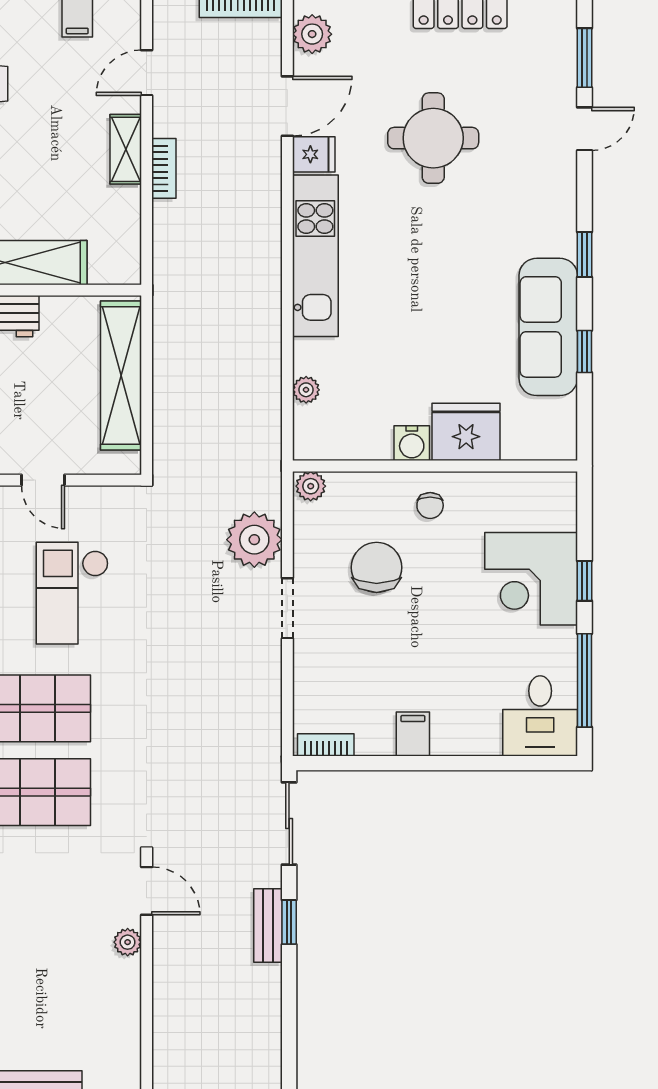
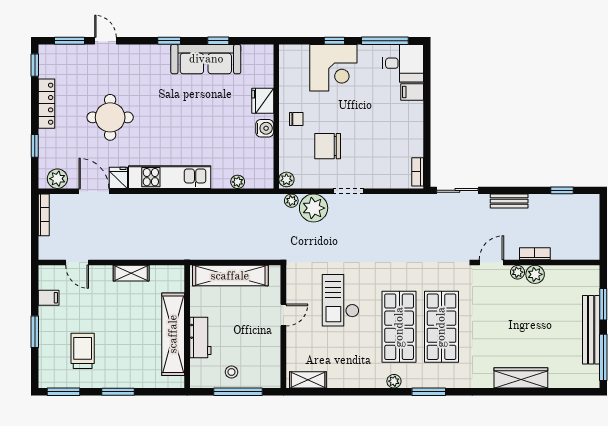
shelving: (126, 149) -> (131, 273), moved
bookcase: (164, 168) -> (535, 254), moved
fridge: (466, 432) -> (263, 101), width x0.73, depth x0.75
plant: (269, 496) -> (291, 201), added
checkout: (72, 593) -> (341, 300), turned 90
filing cabinet: (413, 734) -> (412, 92), moved
window: (289, 922) -> (562, 190), moved
plant: (123, 977) -> (535, 274), added

